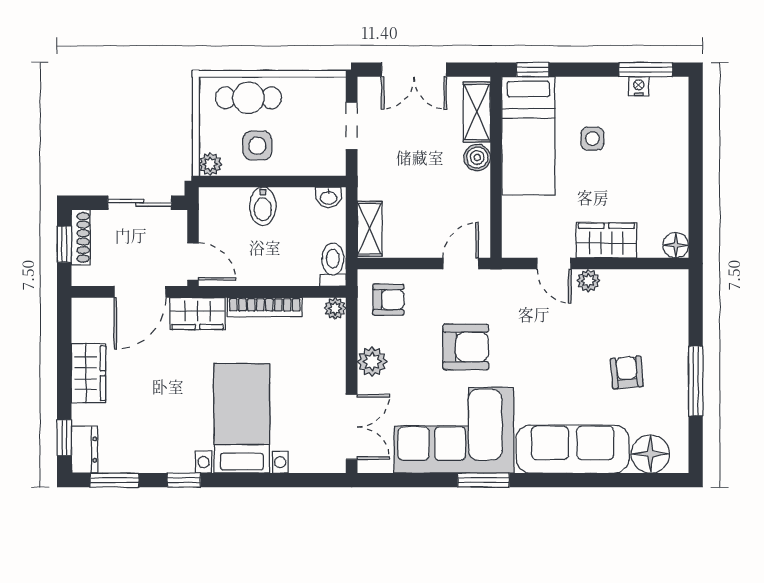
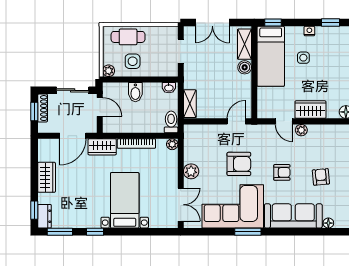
window: (646, 70) -> (331, 23), width x0.67
nightstand: (639, 86) -> (309, 31), moved
door: (193, 262) -> (100, 107), moved
armchair: (388, 300) -> (282, 172), moved
floor lamp: (650, 454) -> (328, 223), width x0.53, depth x0.53

